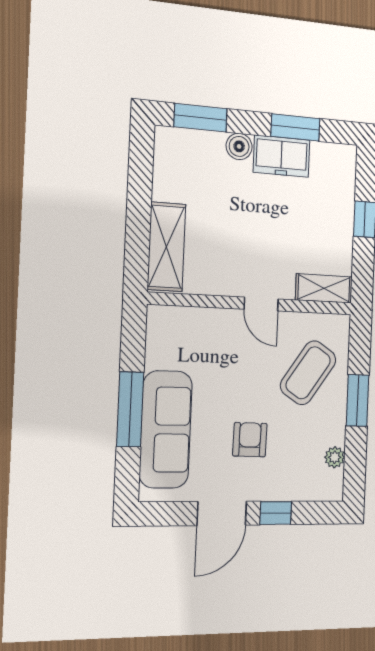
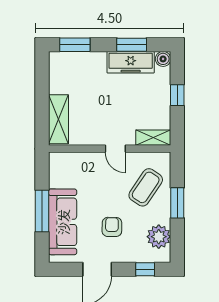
boiler: (239, 146) -> (163, 59), moved
freezer: (282, 156) -> (131, 62), width x1.40
plant: (335, 457) -> (159, 237), width x1.87, depth x1.87
window: (276, 513) -> (145, 269), moved

